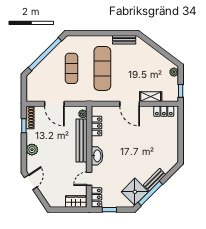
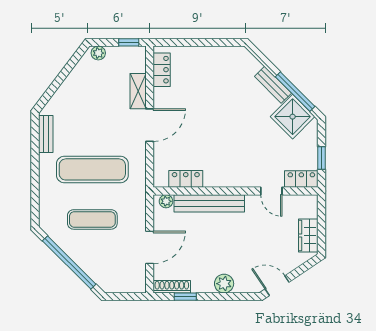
washbasin: (97, 156) -> (234, 178), removed
wardrobe: (76, 202) -> (308, 236), moved

